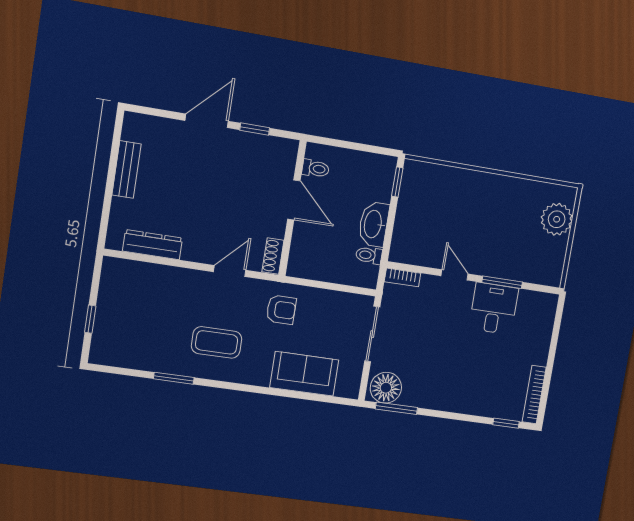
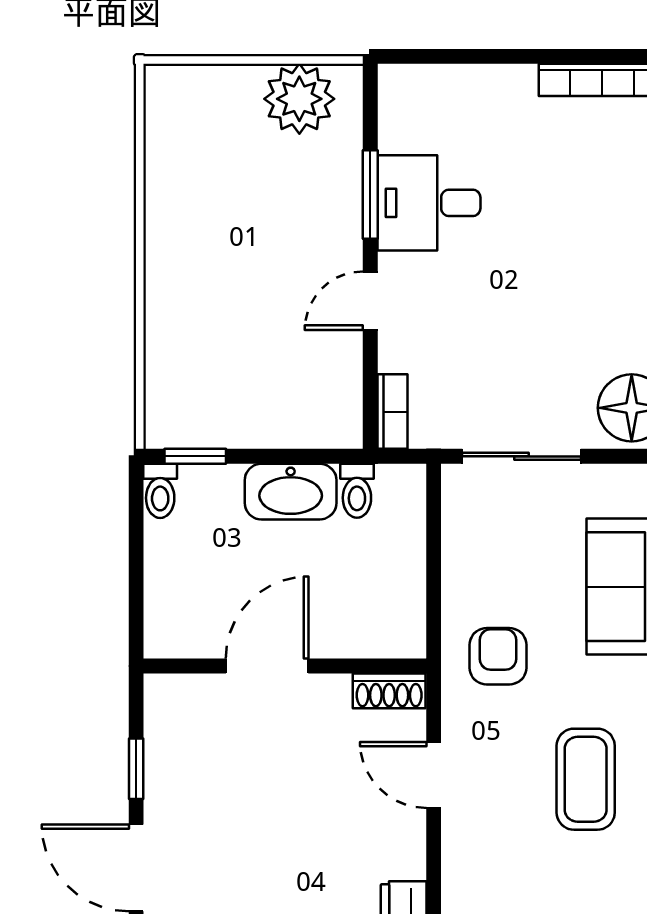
toilet: (316, 169) -> (160, 491), moved, turned 180
plant: (557, 219) -> (299, 99), moved

